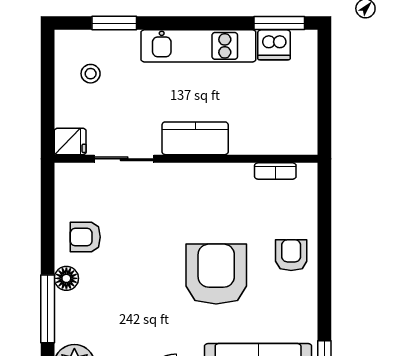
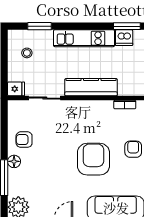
kitchen counter: (195, 138) -> (91, 87), width x1.50

